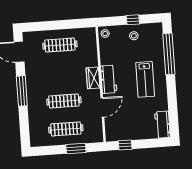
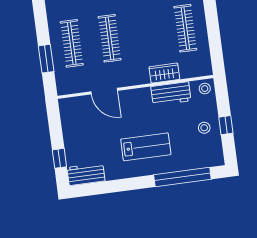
wardrobe: (93, 78) -> (164, 73), moved
workbench: (109, 79) -> (171, 94), moved
lab bench: (145, 79) -> (146, 147), turned 180
window: (125, 145) -> (59, 158), moved

